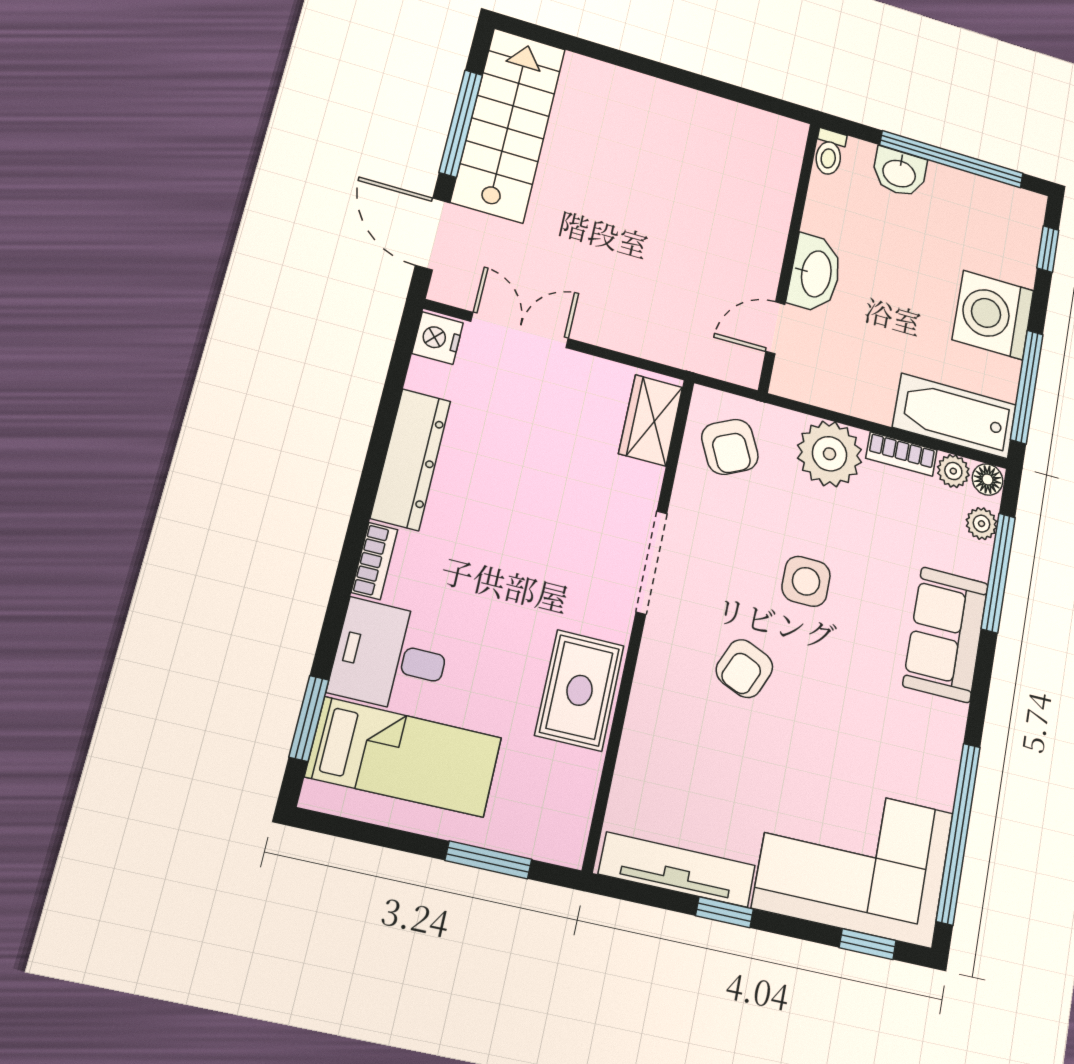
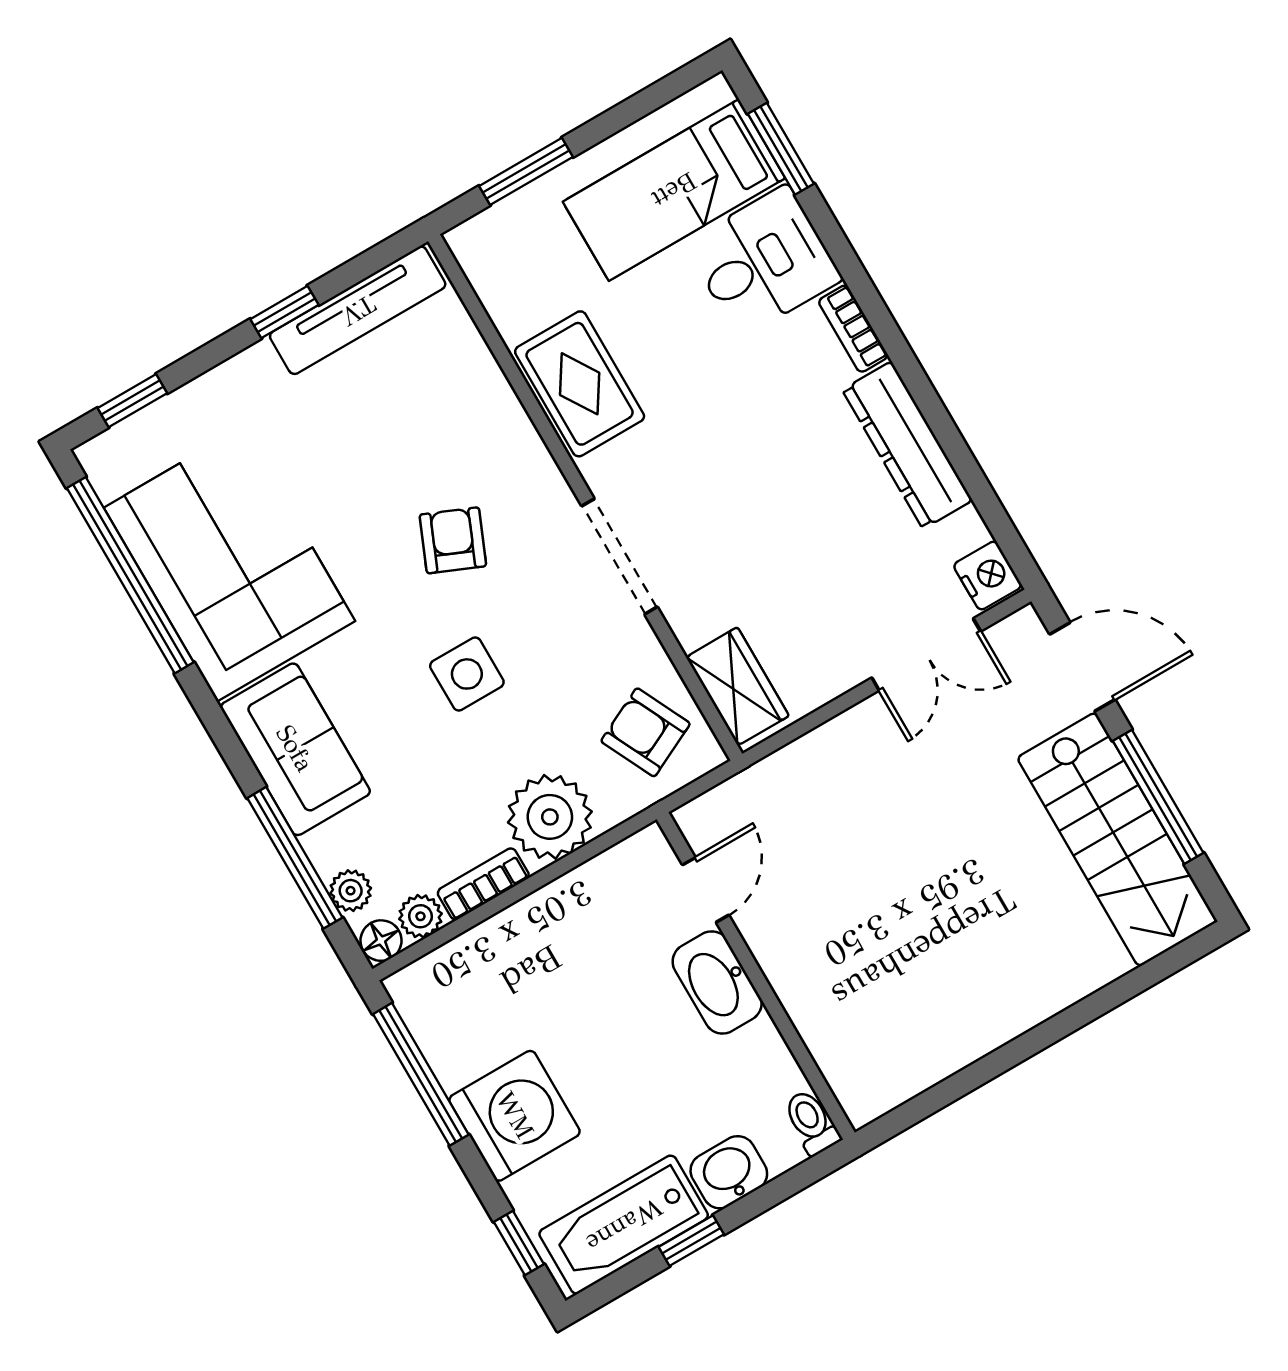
window: (952, 159) -> (691, 1241), width x0.32
bathtub: (955, 416) -> (624, 1225), moved, turned 180
corner sofa: (854, 860) -> (229, 564), moved, turned -90

